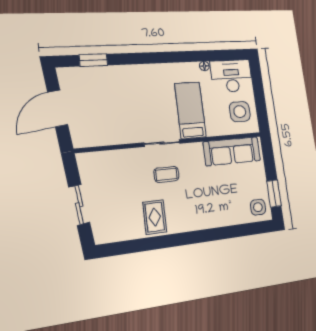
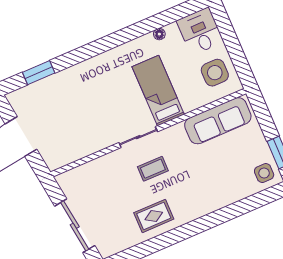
desk: (232, 76) -> (200, 31), width x0.73
sliding door: (79, 205) -> (75, 226), width x1.37
rug: (155, 217) -> (154, 216), turned 90

